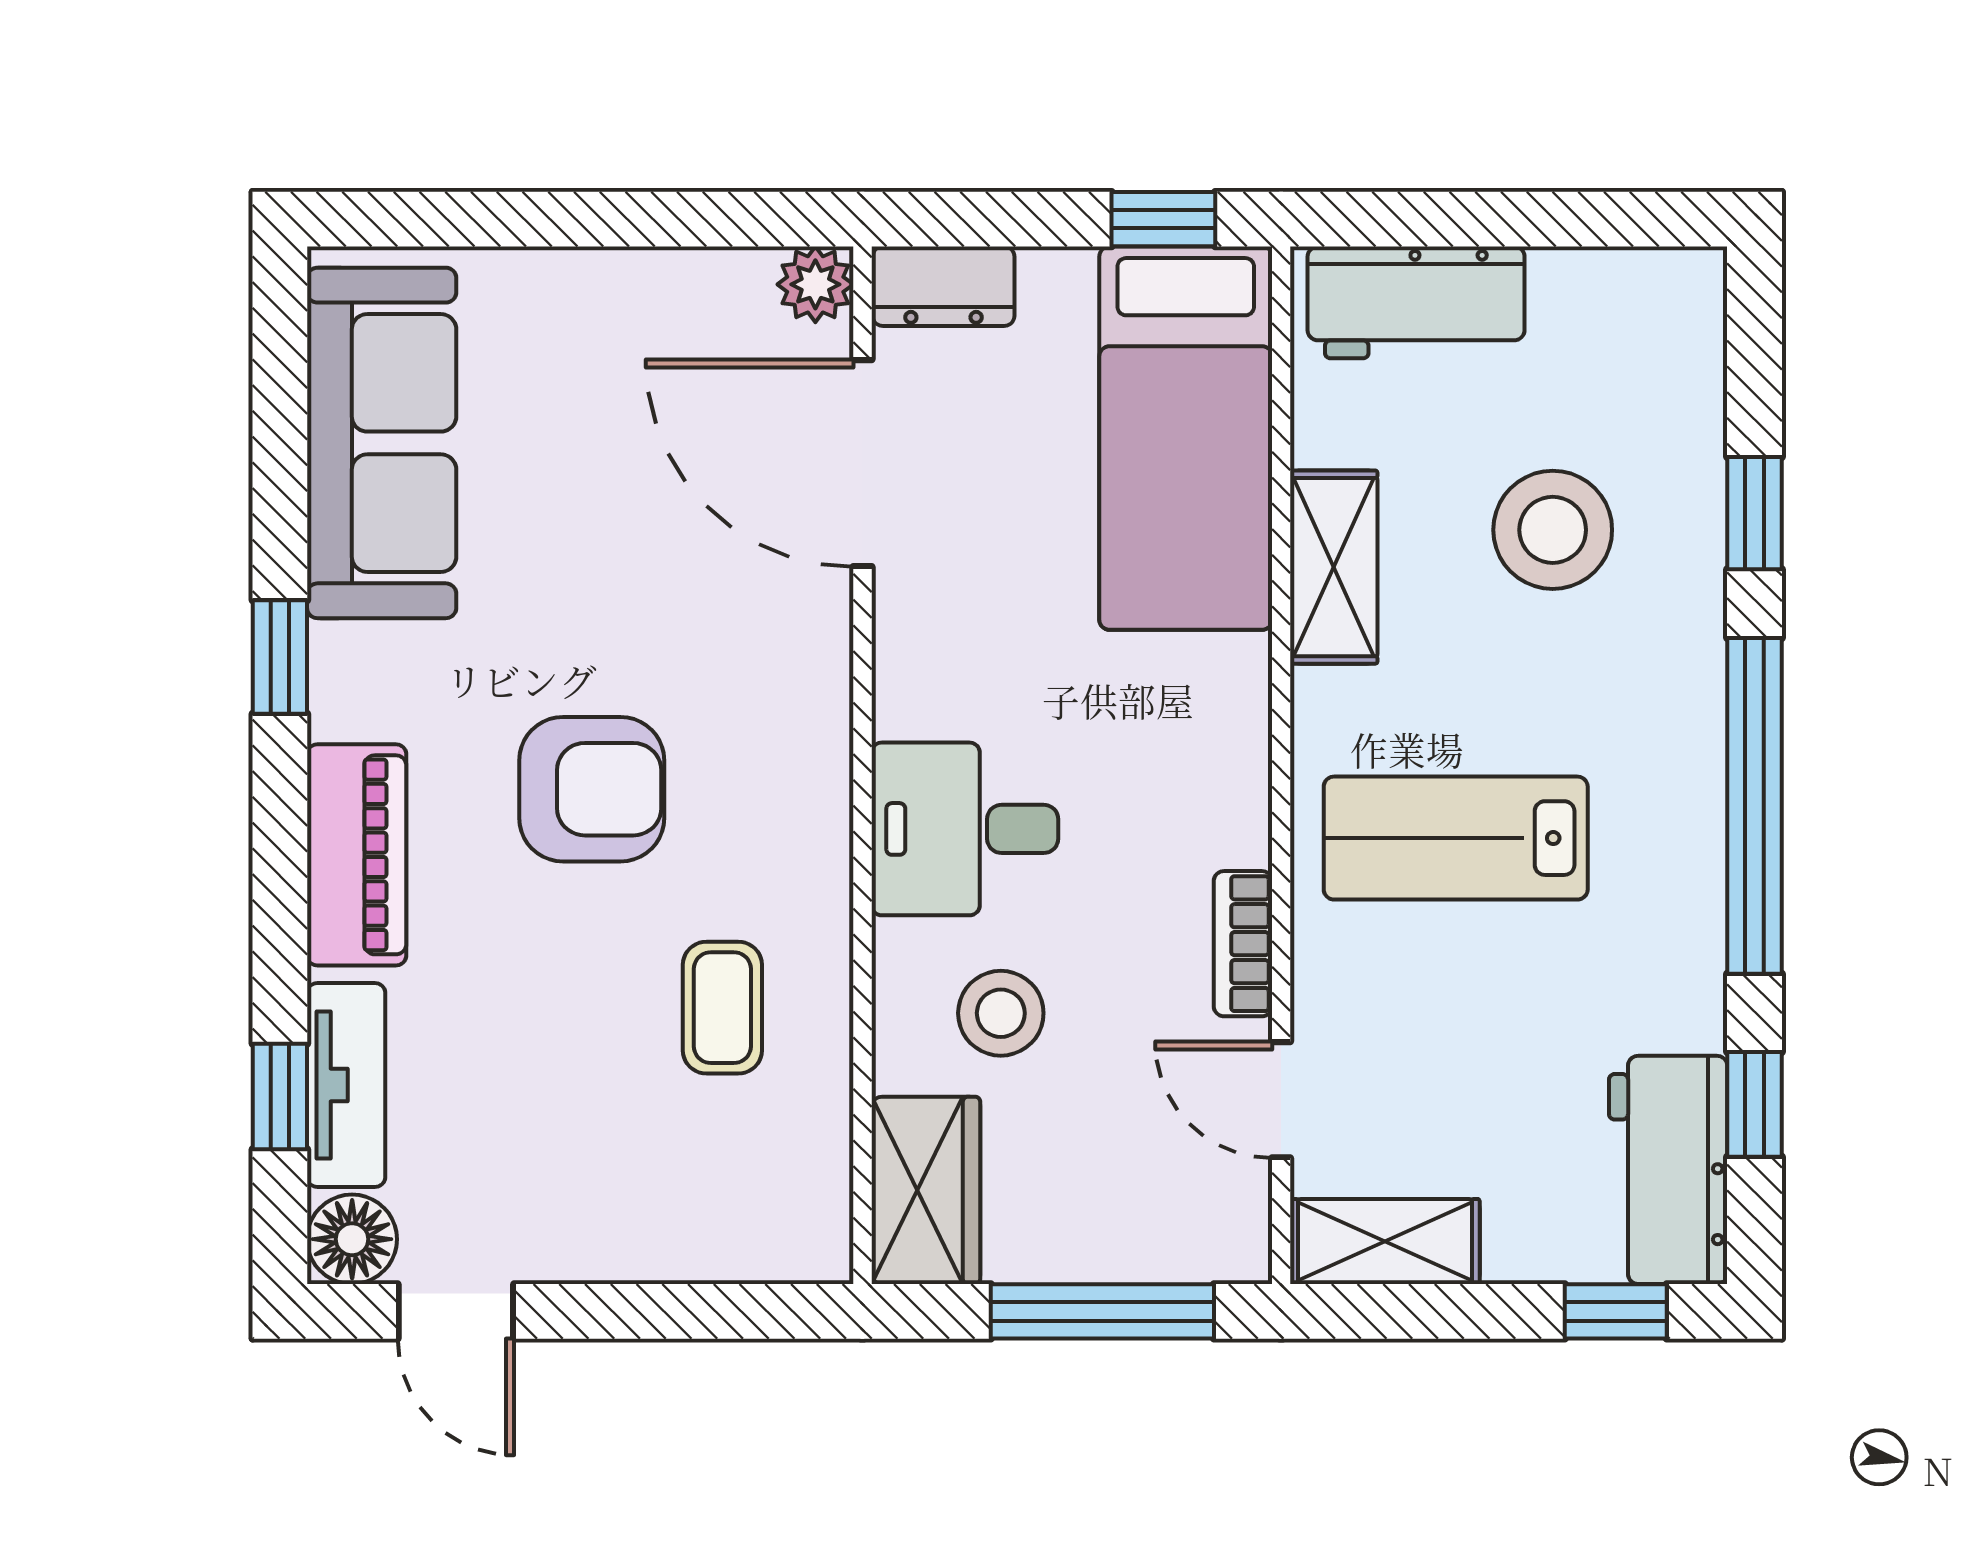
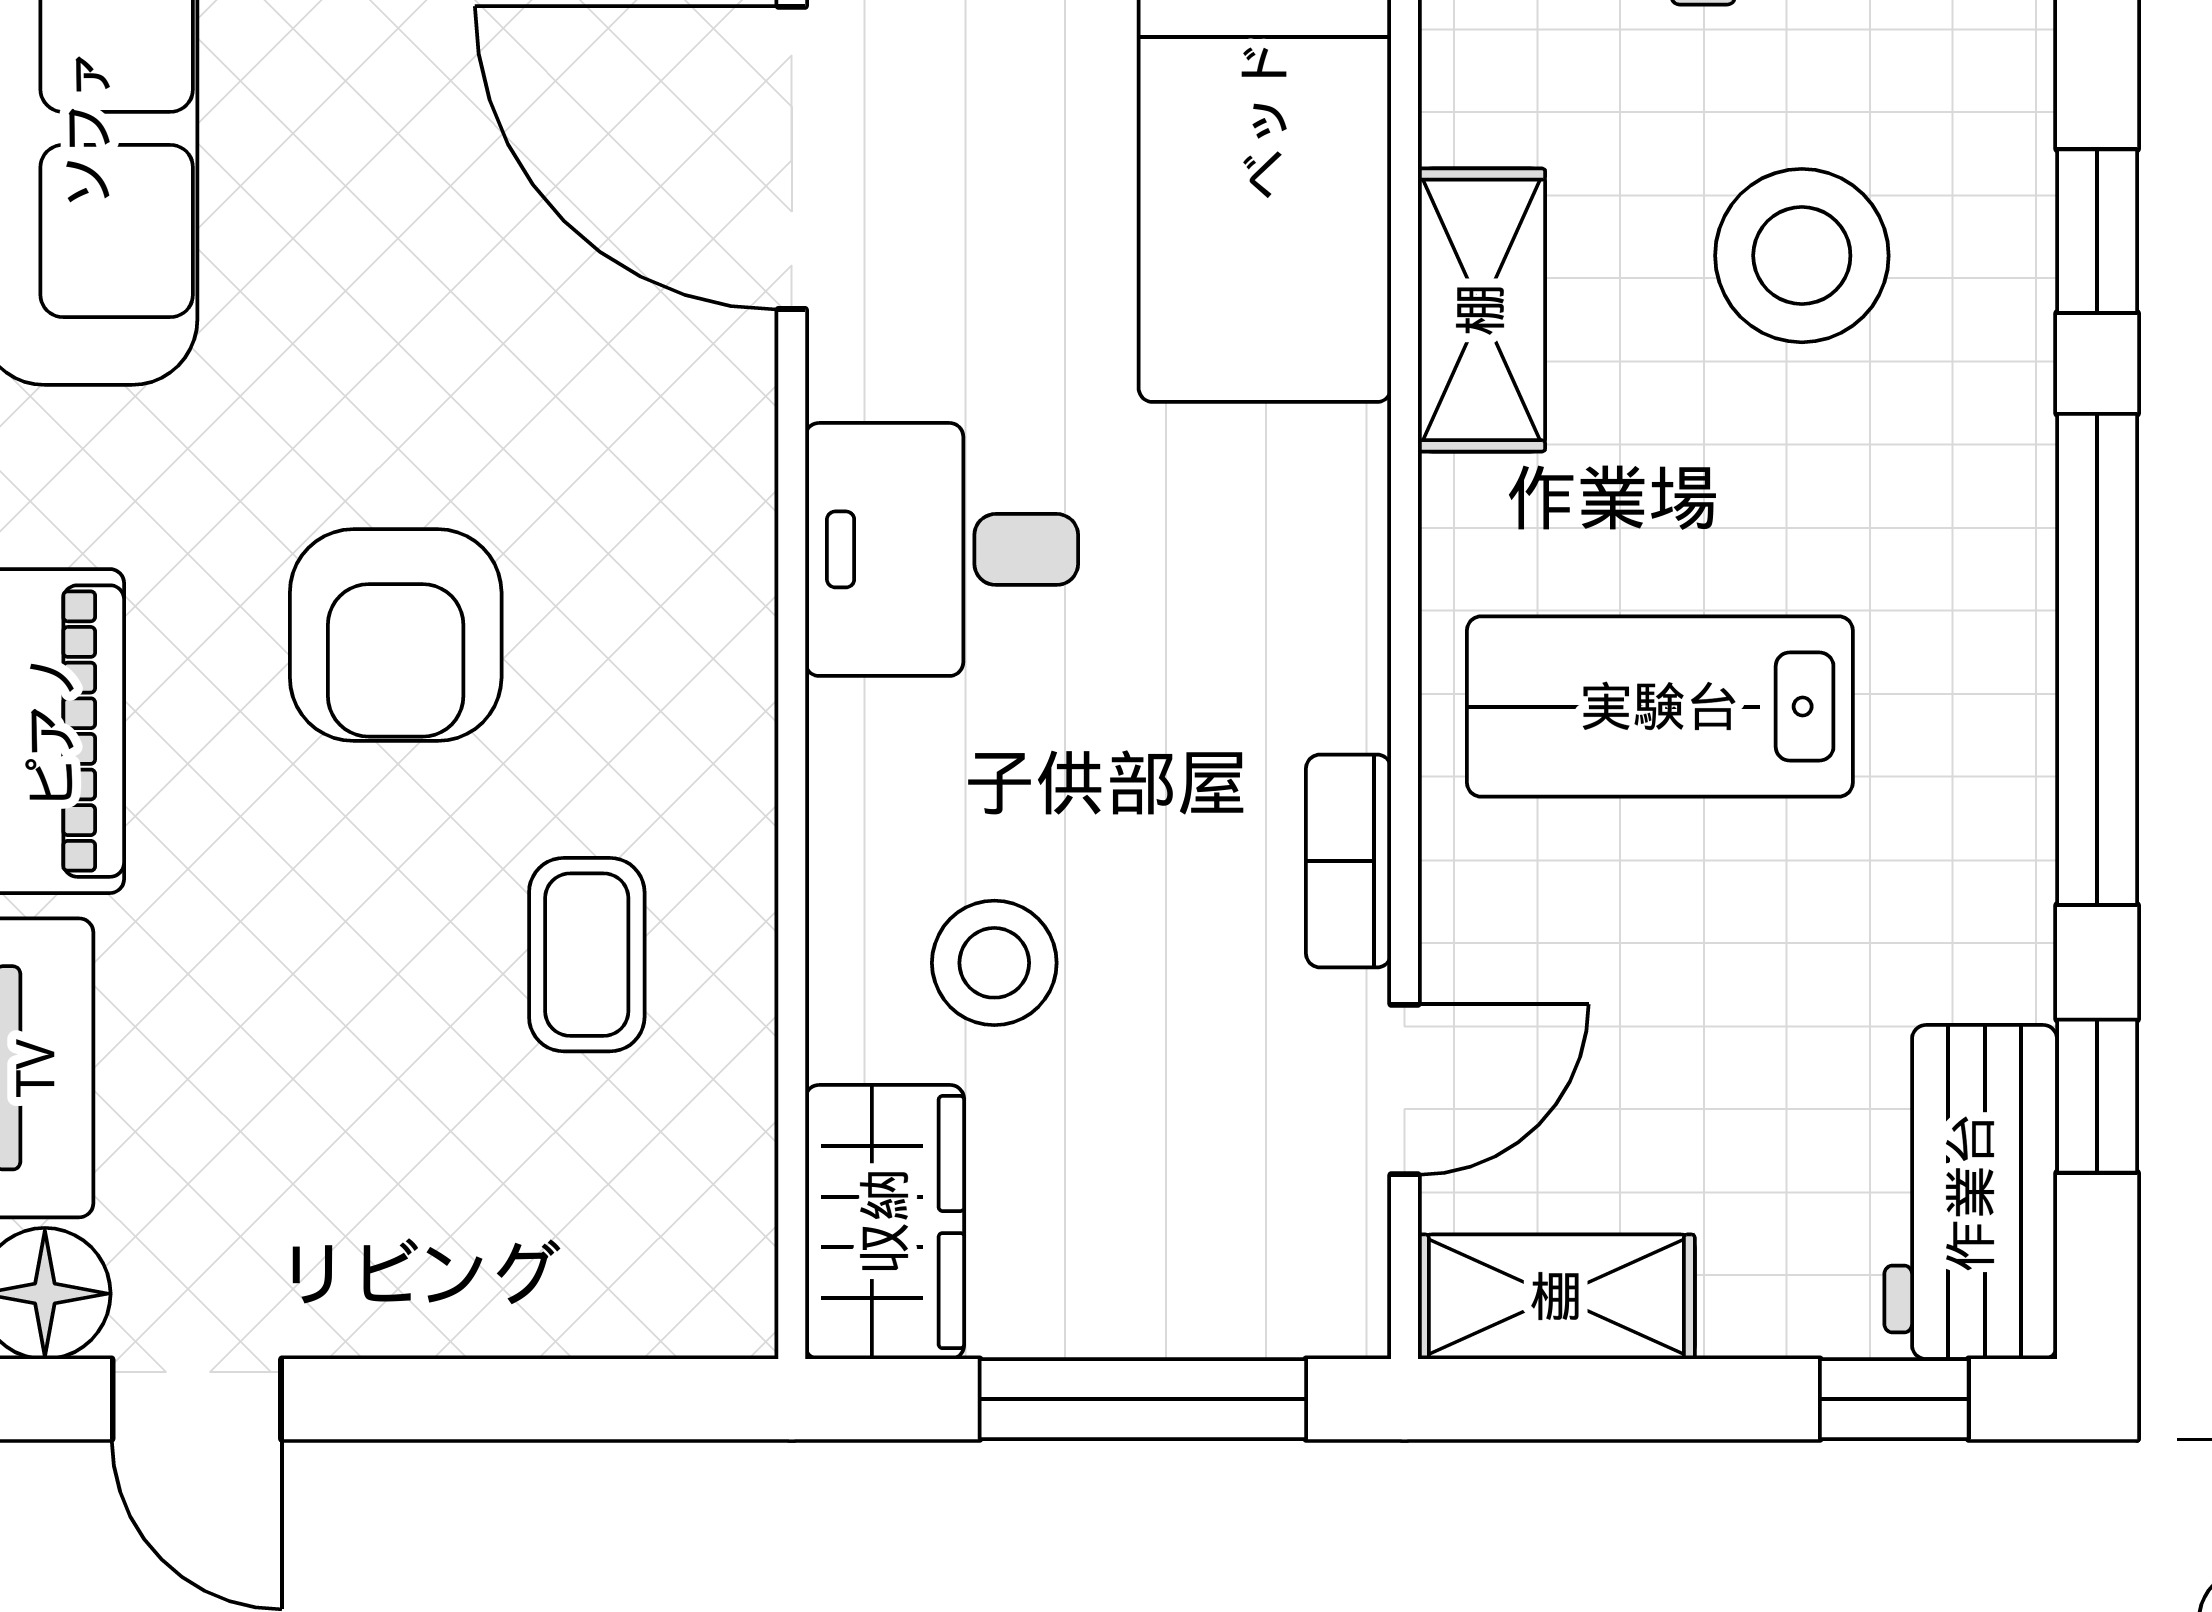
armchair: (592, 789) -> (396, 635), turned 90
desk: (965, 829) -> (942, 549), moved
door: (1281, 1100) -> (1404, 1090), swing flipped

